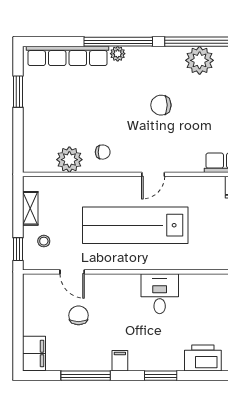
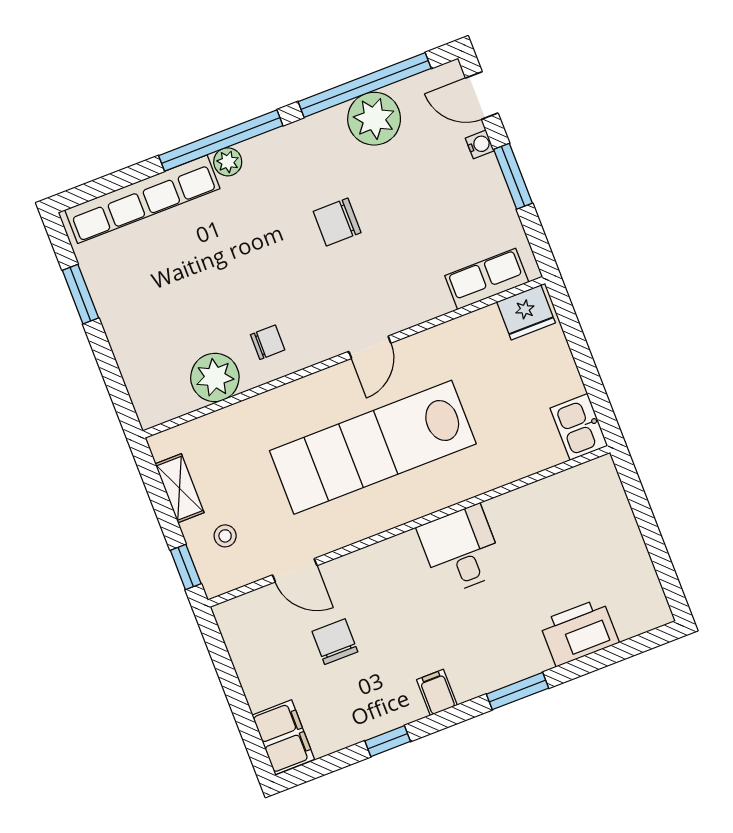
window: (86, 376) -> (388, 741), width x0.46

